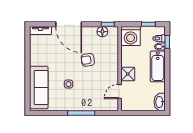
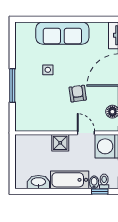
sofa: (39, 88) -> (62, 33), moved
door: (120, 91) -> (86, 133), moved
washbasin: (160, 102) -> (38, 182), moved

